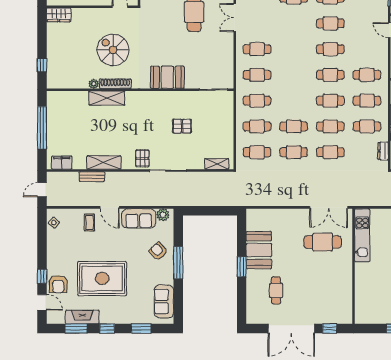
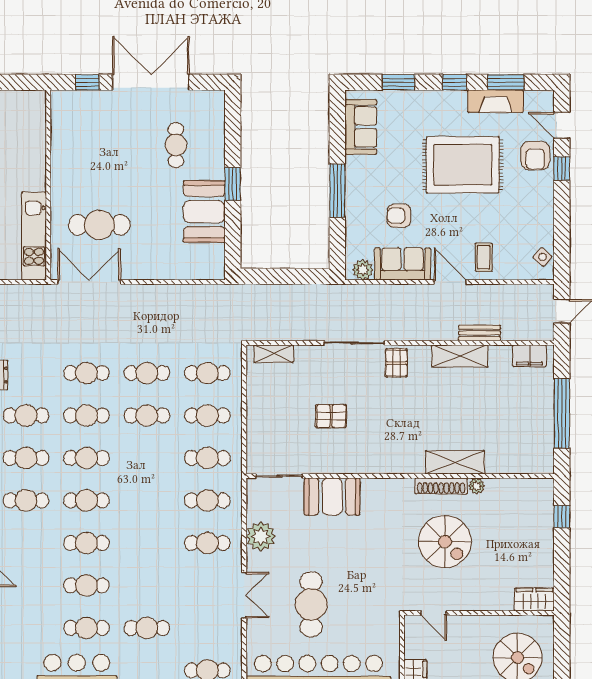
plant: (225, 53) -> (261, 536), added
booth: (167, 77) -> (332, 497), moved
armchair: (158, 251) -> (399, 216), moved, turned 132
armchair: (58, 284) -> (535, 156), turned 180

